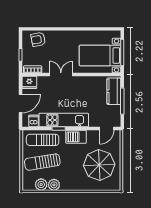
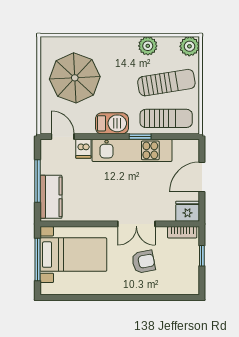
armchair: (38, 39) -> (143, 262), moved
dishwasher: (34, 121) -> (83, 149), moved
door: (107, 129) -> (63, 137), hinge flipped
plant: (41, 185) -> (189, 46), moved

